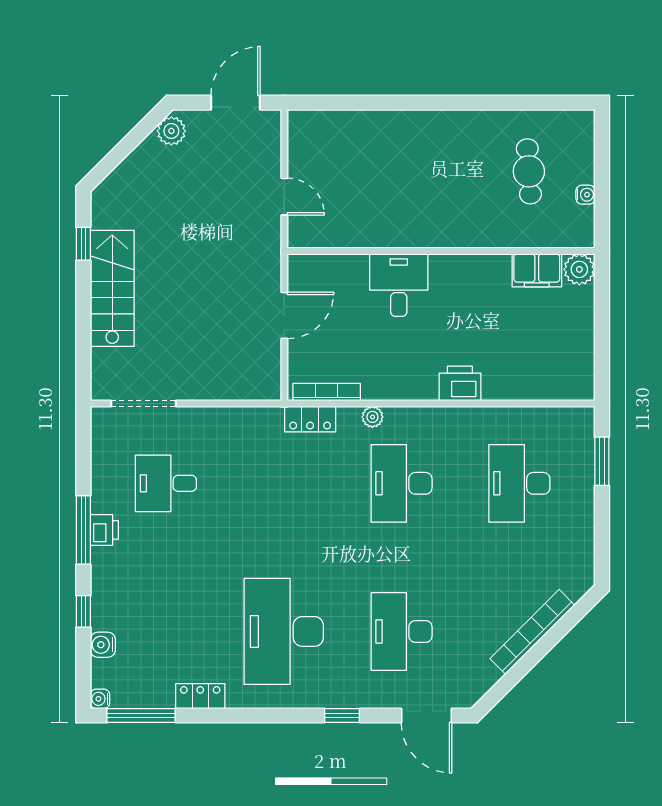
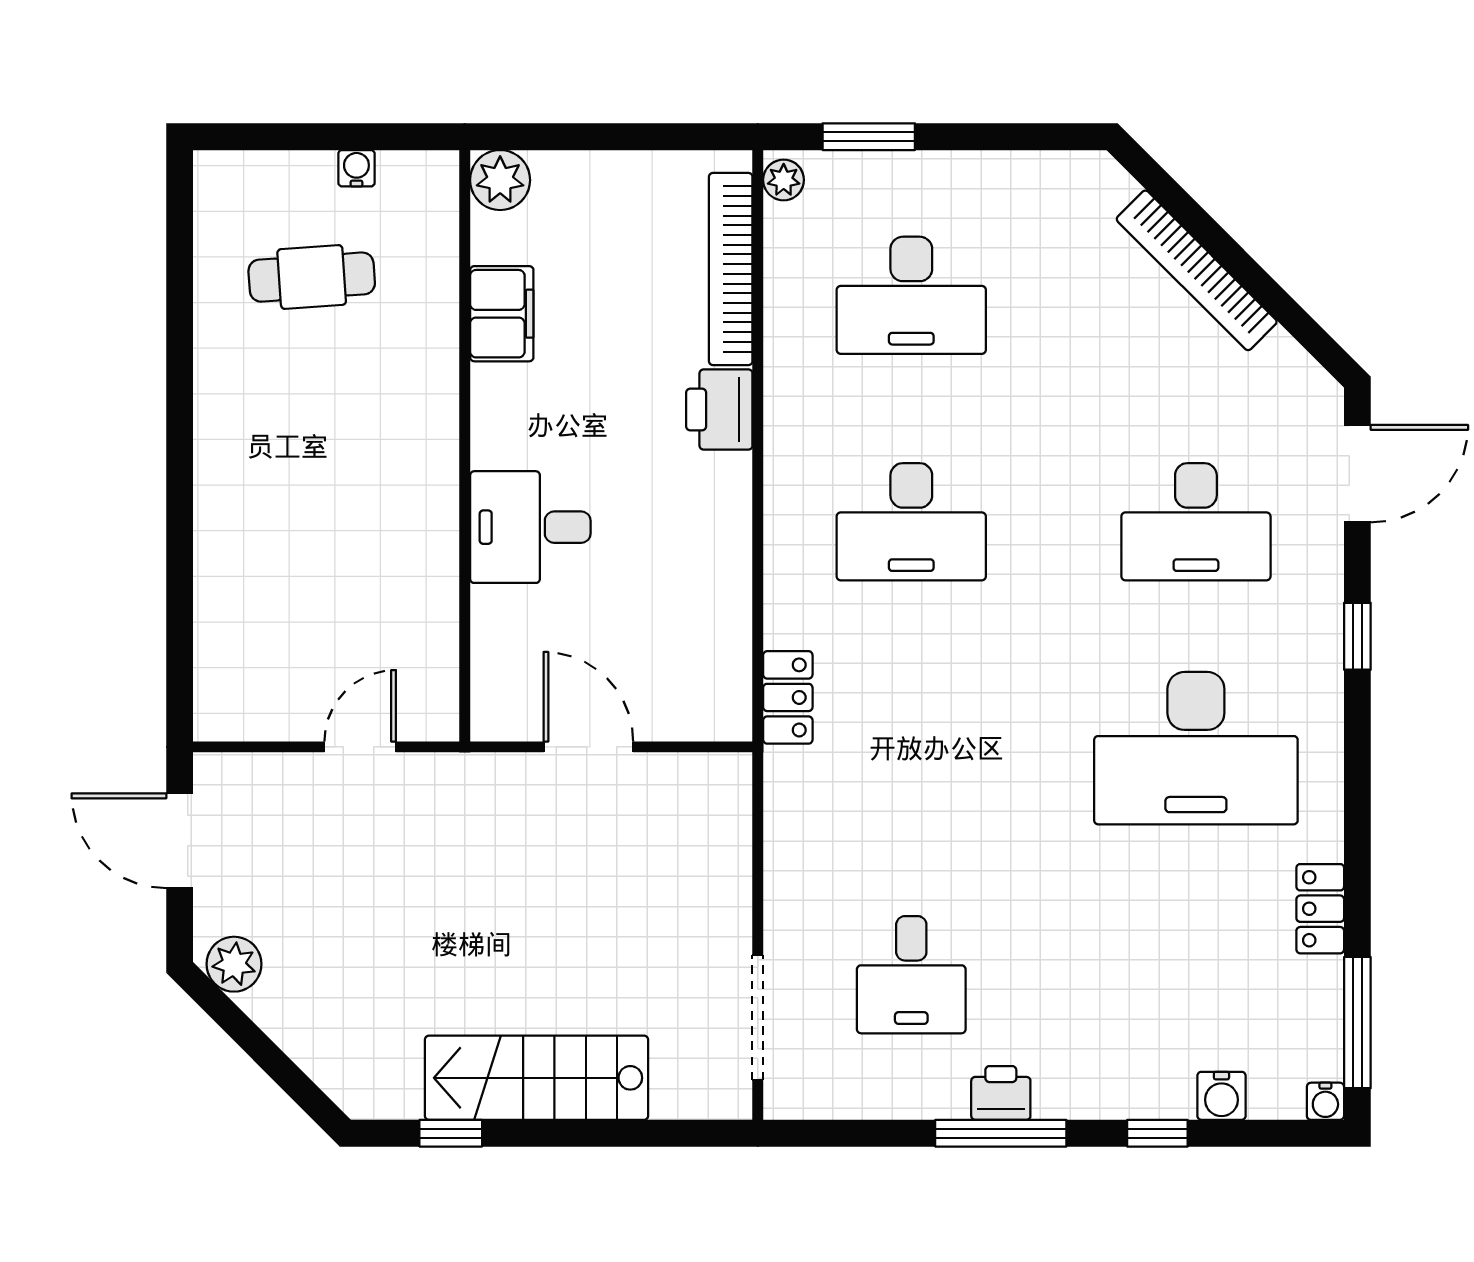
filing cabinet: (537, 270) -> (502, 314), moved
bookcase: (327, 392) -> (731, 269), moved, width x1.48, depth x1.31
plant: (372, 417) -> (784, 180), moved

